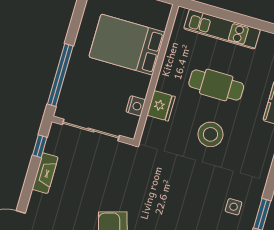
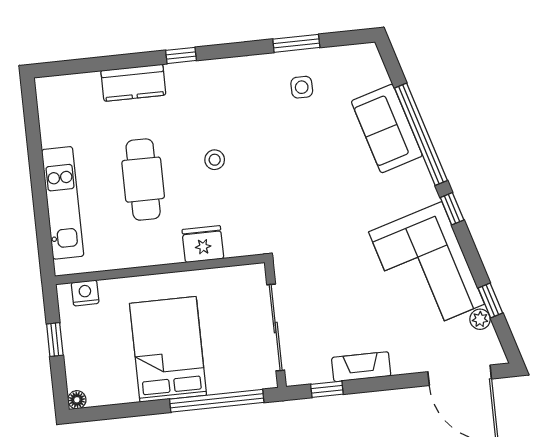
bed: (127, 45) -> (168, 349), moved, turned 180
nightstand: (136, 106) -> (85, 293), moved
stool: (210, 134) -> (215, 160), width x0.53, depth x0.53

